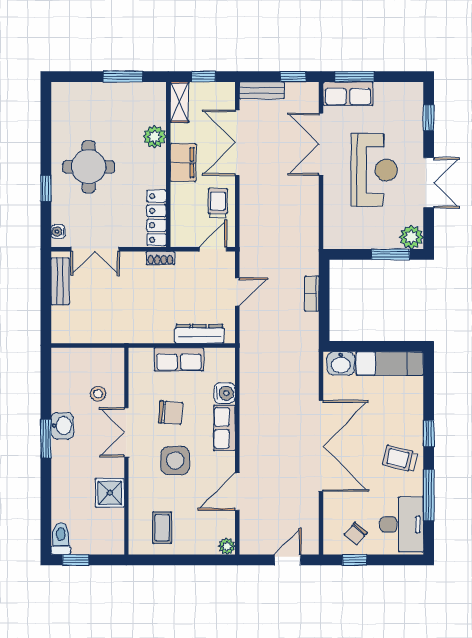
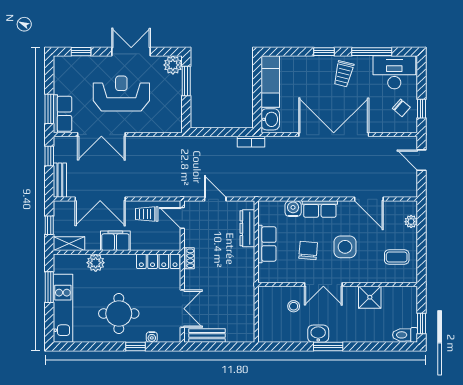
kitchen unit: (95, 94) -> (63, 308), added
water cooler: (58, 232) -> (152, 337), moved
bookcase: (312, 294) -> (251, 142), moved
plant: (227, 546) -> (411, 222), moved

